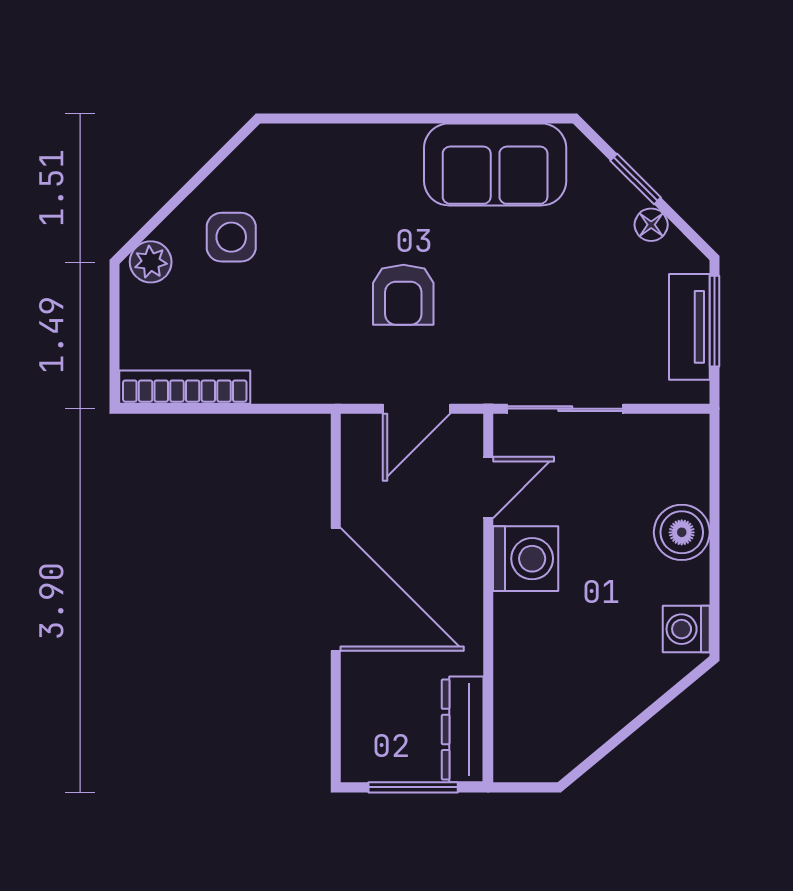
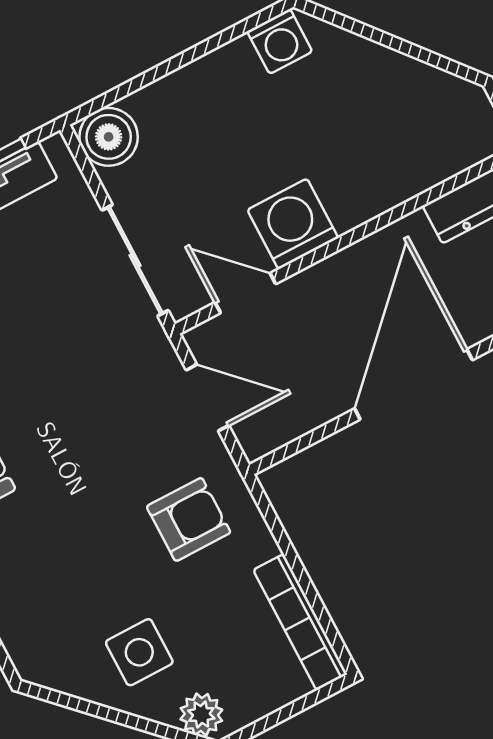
armchair: (403, 295) -> (189, 519), moved
boiler: (682, 532) -> (109, 137), moved

